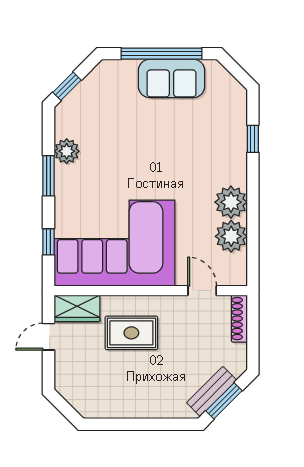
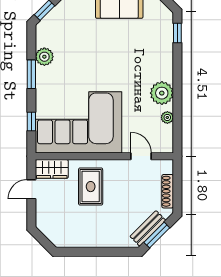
window: (253, 139) -> (177, 33), moved
plant: (231, 236) -> (167, 117), width x0.53, depth x0.53
shoe rack: (239, 319) -> (168, 191), moved
rug: (131, 333) -> (91, 187), turned 90

